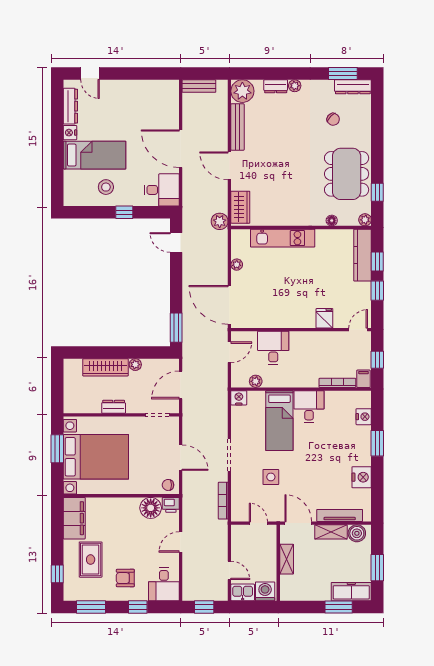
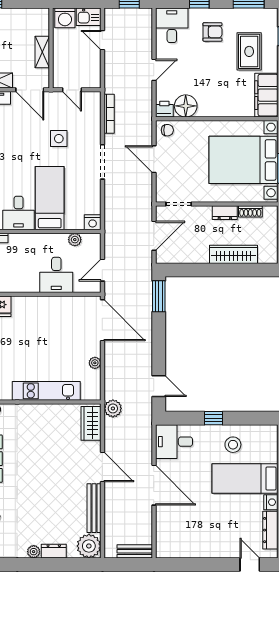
plant: (135, 365) -> (202, 257), removed
shoe rack: (89, 408) -> (250, 211), added

